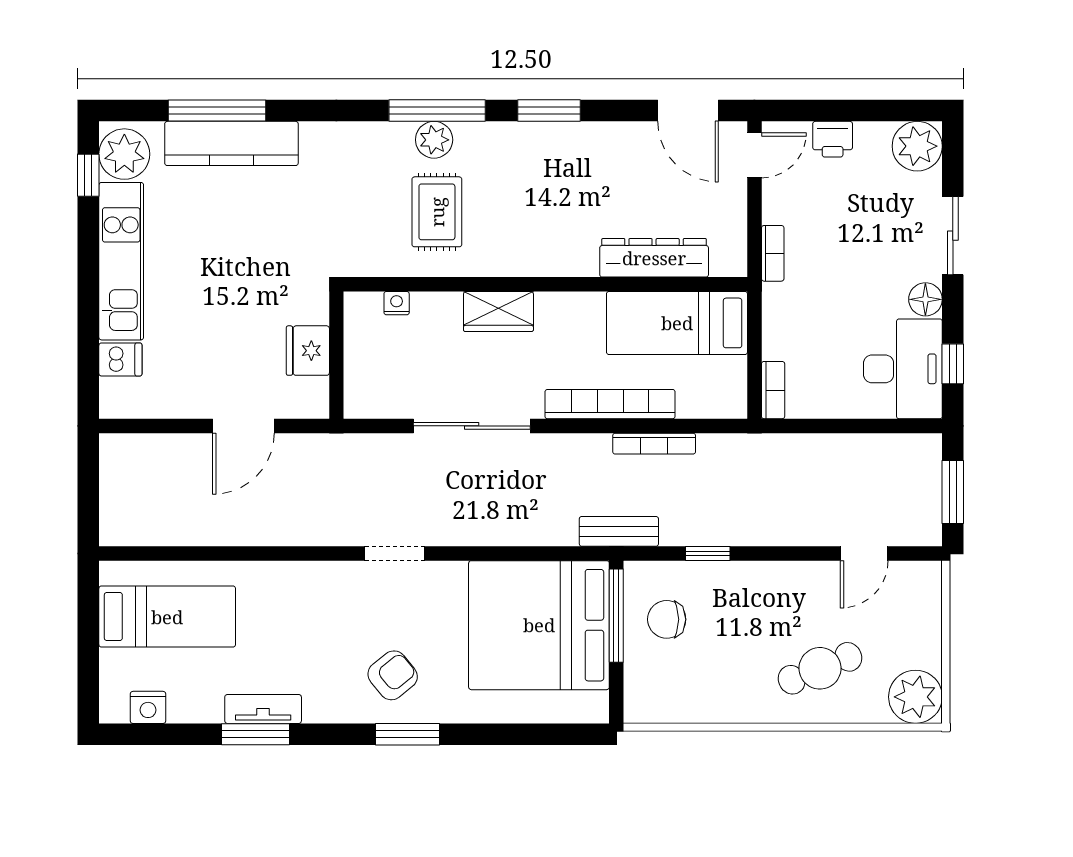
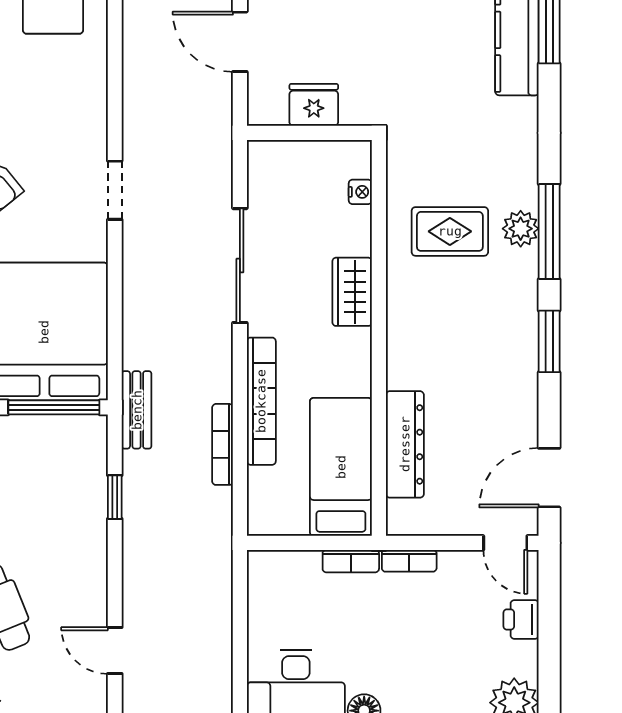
bookcase: (773, 390) -> (351, 561), moved
chair: (667, 619) -> (50, 457), removed

